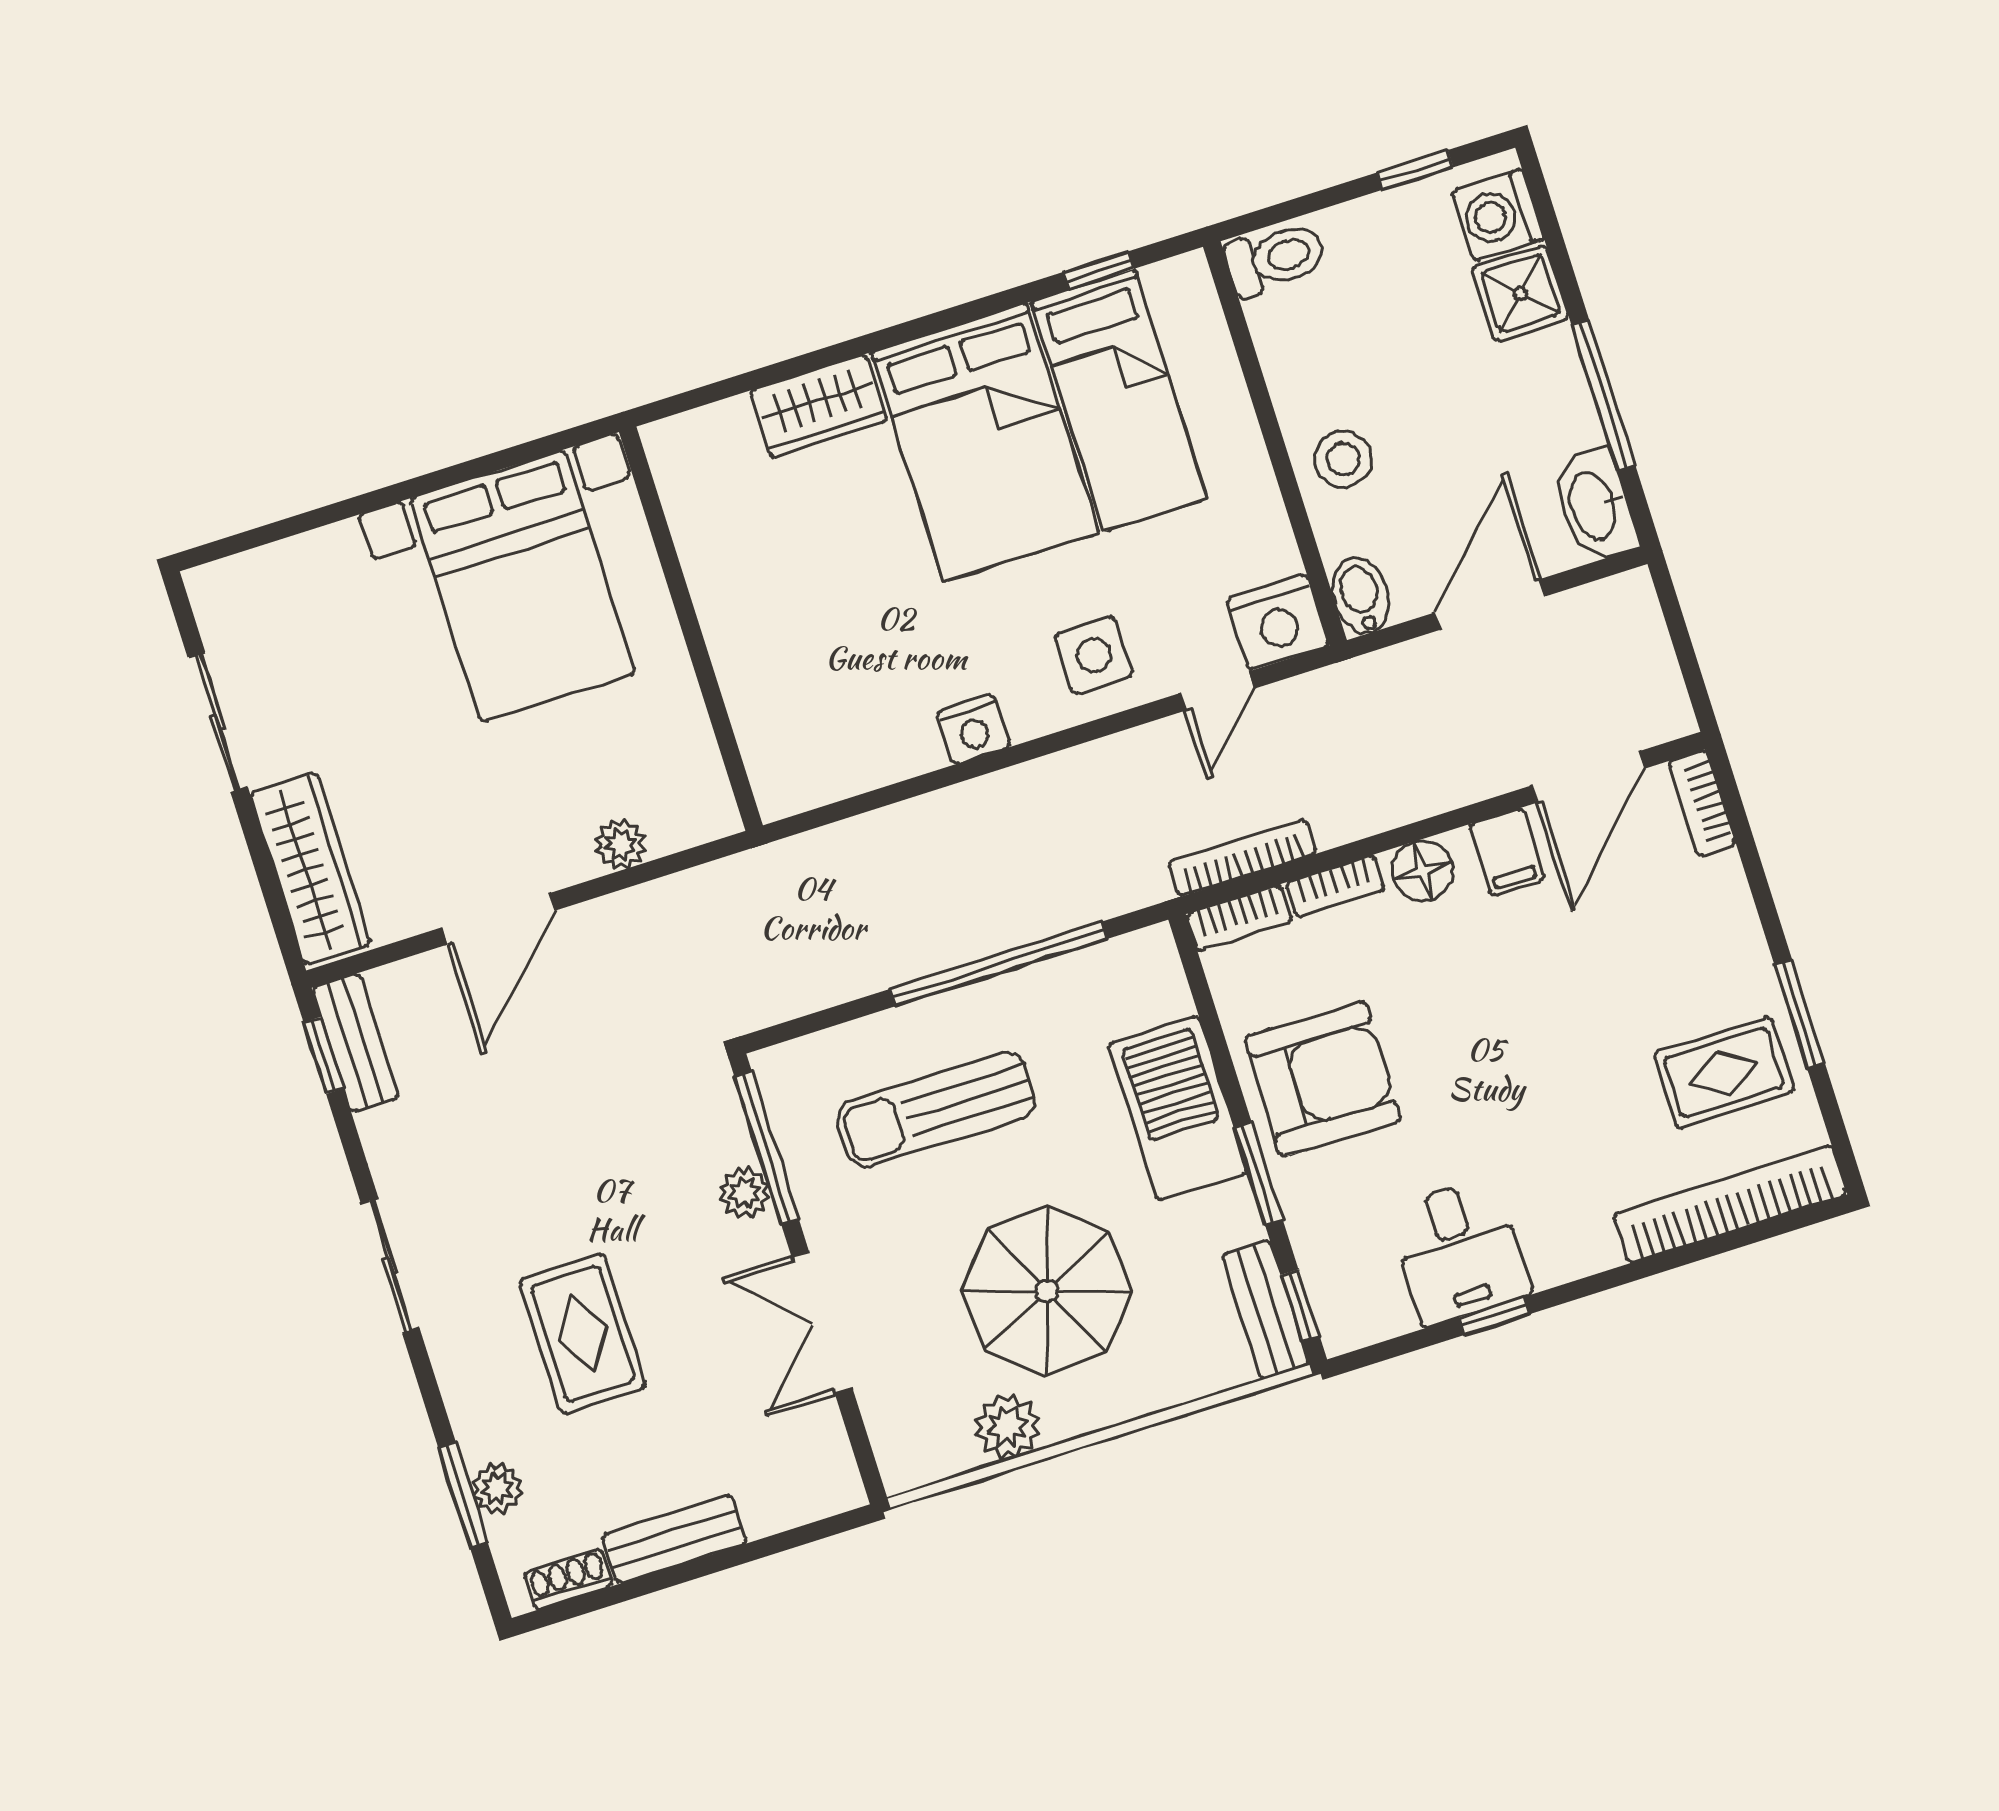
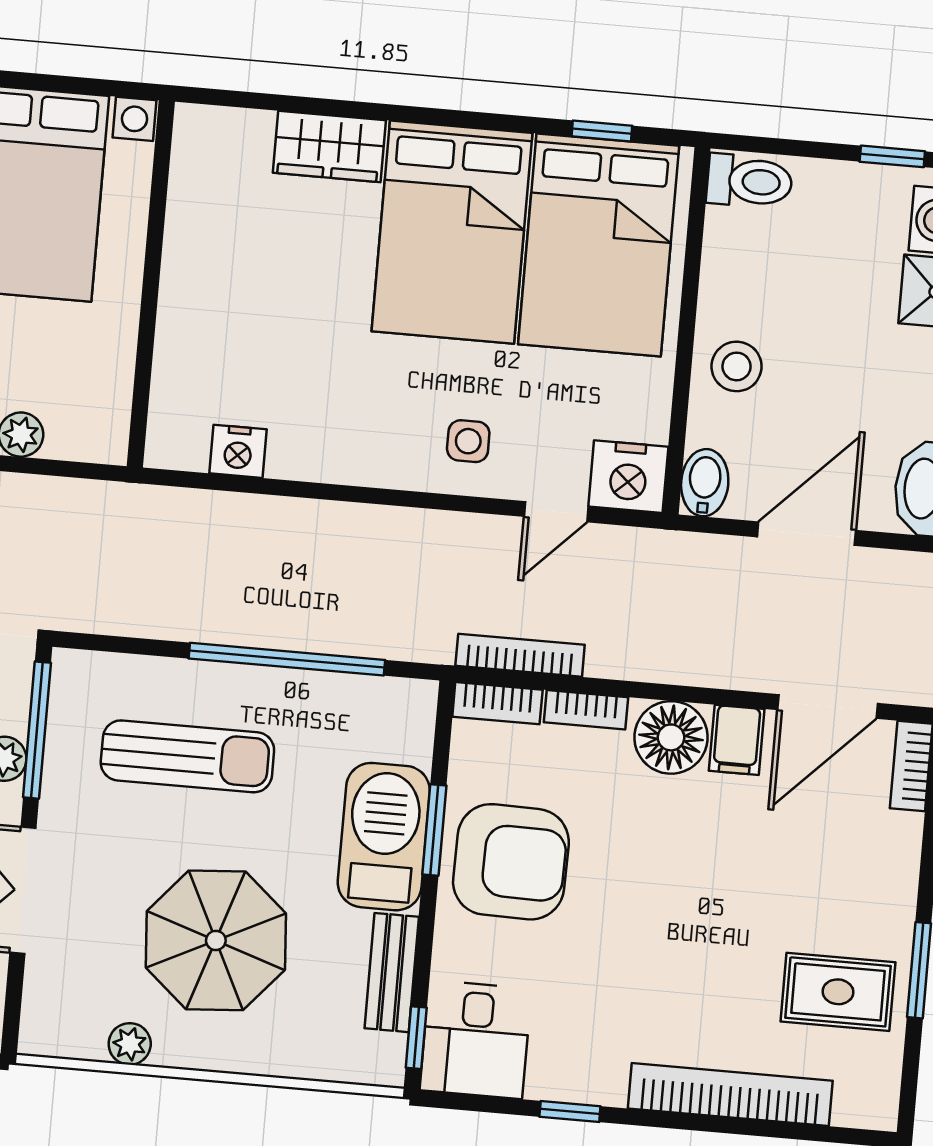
bed: (1119, 400) -> (599, 245), width x1.50
side table: (1094, 655) -> (468, 441), width x0.73, depth x0.73
nightstand: (973, 729) -> (238, 451), moved
floor lamp: (1423, 871) -> (671, 737), width x1.38, depth x1.38
sun lounger: (936, 1110) -> (187, 756), turned 180
window: (1258, 1174) -> (434, 830), moved
bookcase: (1730, 1204) -> (730, 1095), moved
desk: (1459, 1251) -> (476, 1040), moved
bench: (1266, 1310) -> (392, 973), moved
plant: (1007, 1426) -> (130, 1044), width x0.73, depth x0.73

